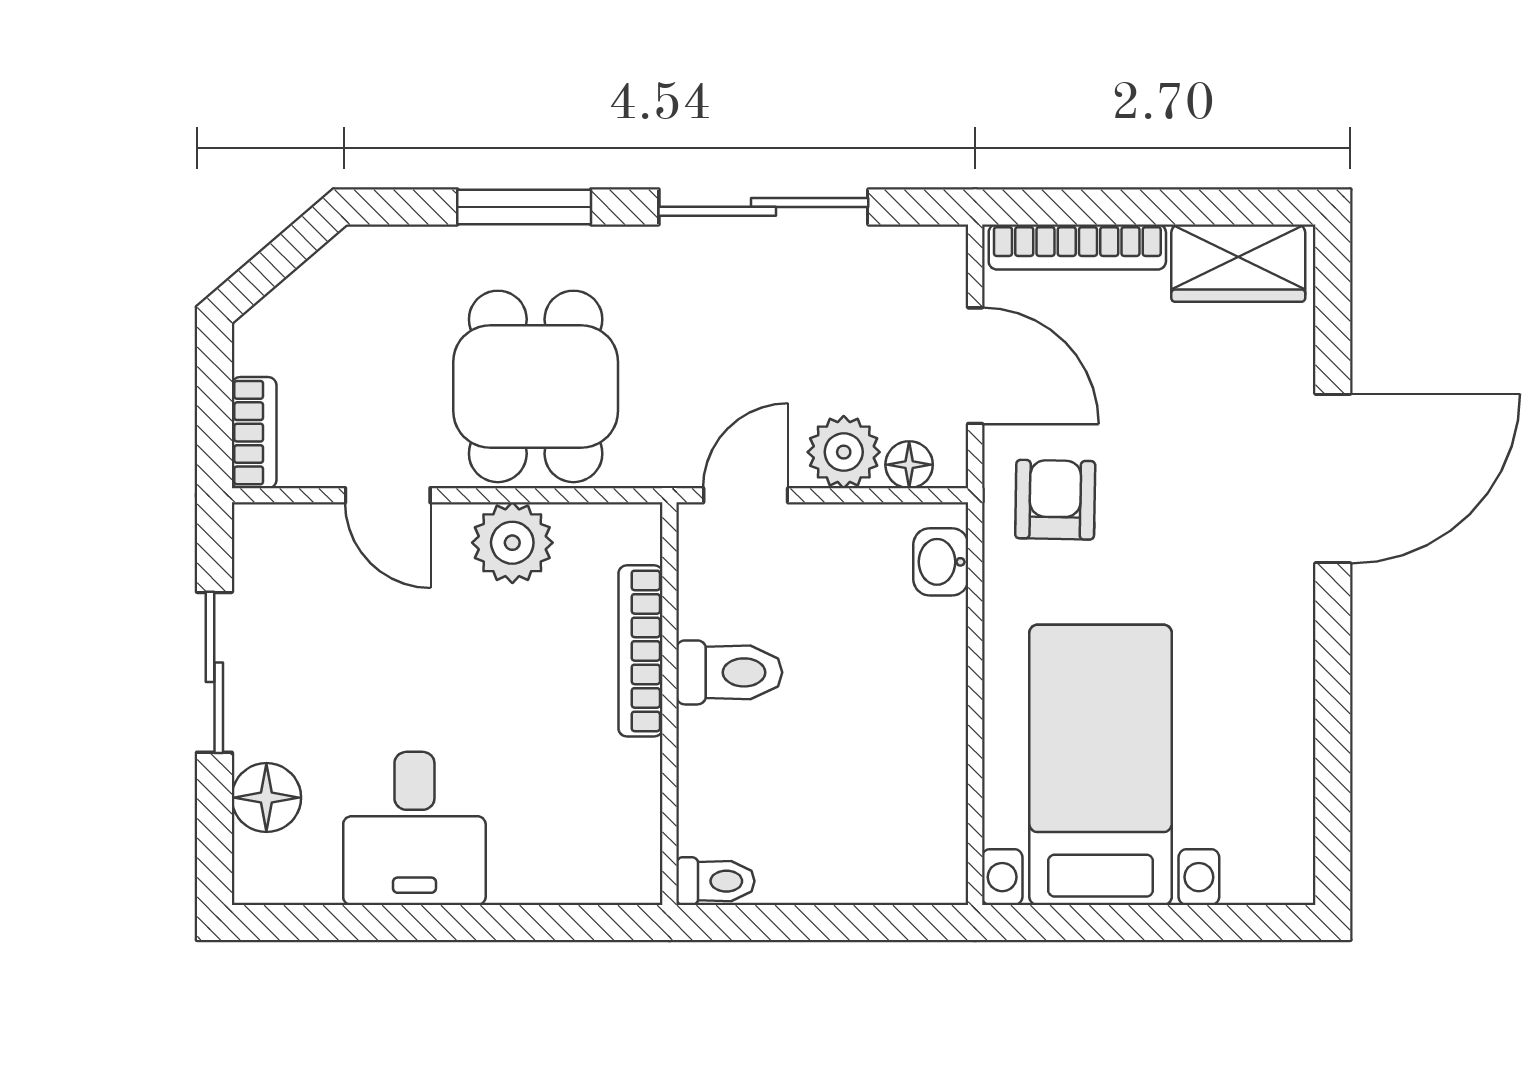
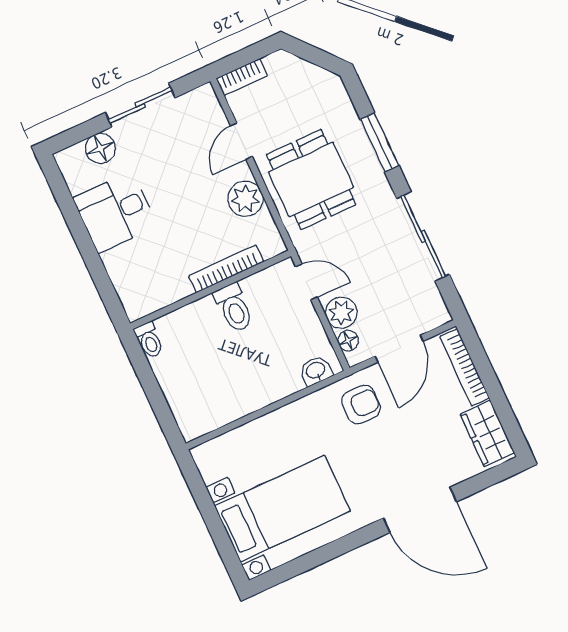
dining table: (536, 386) -> (311, 180), turned 90
bed with nightstands: (1101, 765) -> (282, 508), moved

